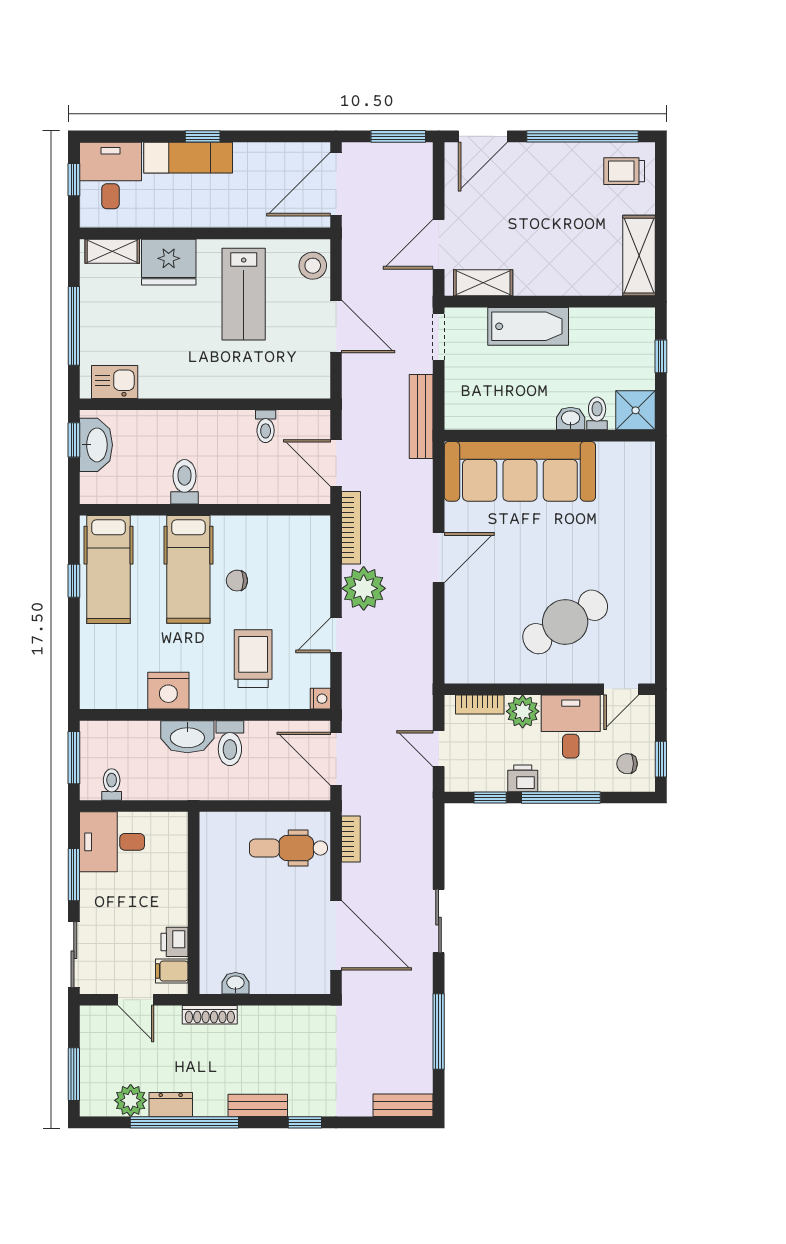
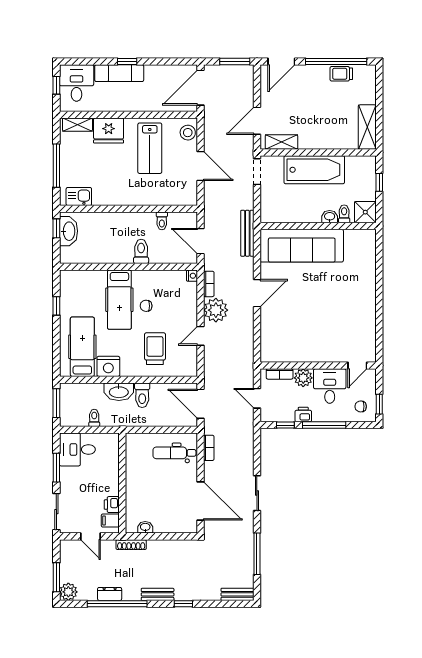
trolley: (624, 171) -> (341, 74), moved
bathtub: (528, 326) -> (314, 170), width x1.36, depth x1.36
bench: (421, 417) -> (247, 233), moved
toilet: (184, 482) -> (141, 251), moved
bookcase: (351, 528) -> (209, 284), width x0.64
hospital bed: (108, 570) -> (82, 347), moved, turned 180
cafe table: (565, 622) -> (327, 329), removed
nightstand: (320, 699) -> (192, 276), moved
toilet: (112, 784) -> (94, 418), moved
plant: (131, 1100) -> (68, 592), moved

